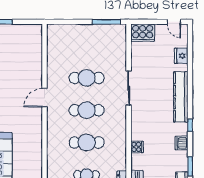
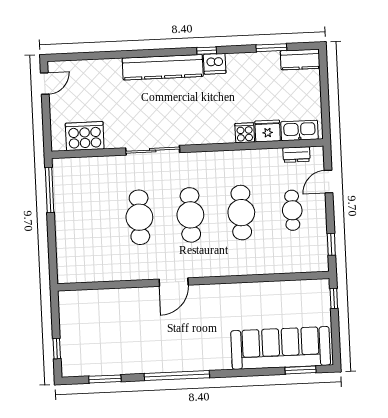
cooker: (143, 33) -> (85, 136), moved, turned -90
fridge: (181, 56) -> (268, 131), moved, turned 180
door: (45, 98) -> (174, 282), hinge flipped
dishwasher: (182, 143) -> (215, 64), moved

